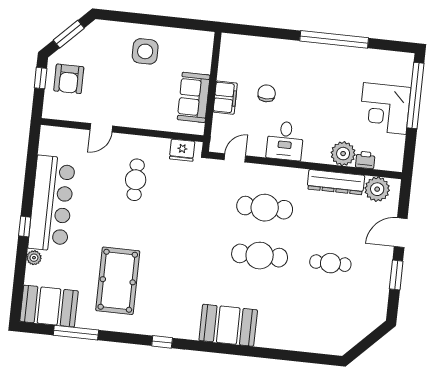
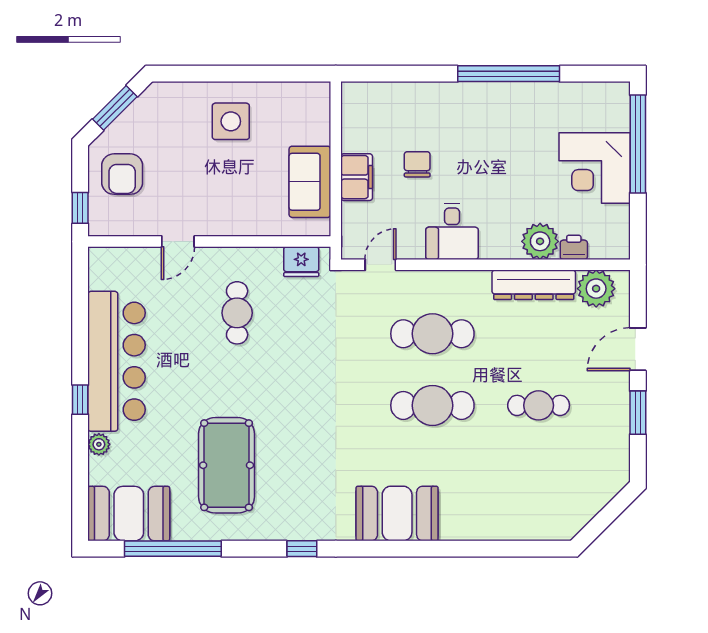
window: (41, 78) -> (80, 208), moved
window: (76, 333) -> (173, 549), width x1.46

